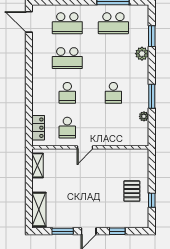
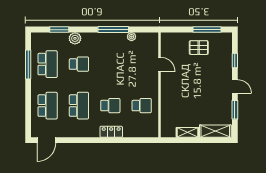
school desk: (113, 93) -> (79, 64), moved
window: (152, 96) -> (113, 30), width x1.44
locker: (38, 128) -> (111, 132), moved
door: (85, 147) -> (159, 64), moved
shelving: (38, 165) -> (187, 132), moved
window: (152, 200) -> (207, 30), width x2.17

